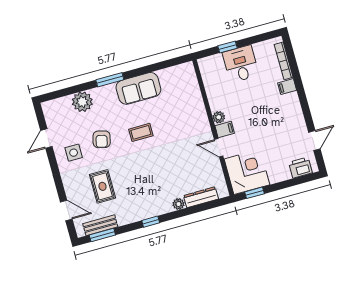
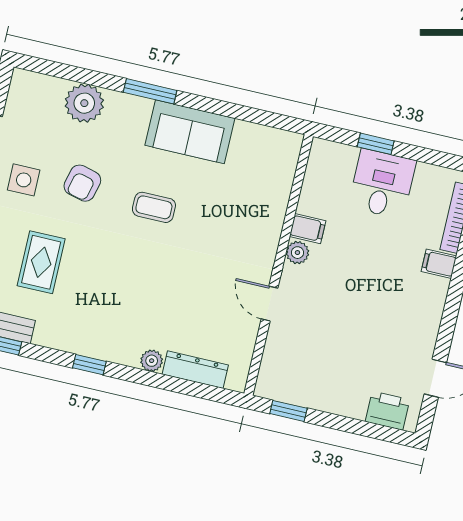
filing cabinet: (225, 130) -> (308, 229), moved
corner desk: (247, 172) -> (295, 369), removed

